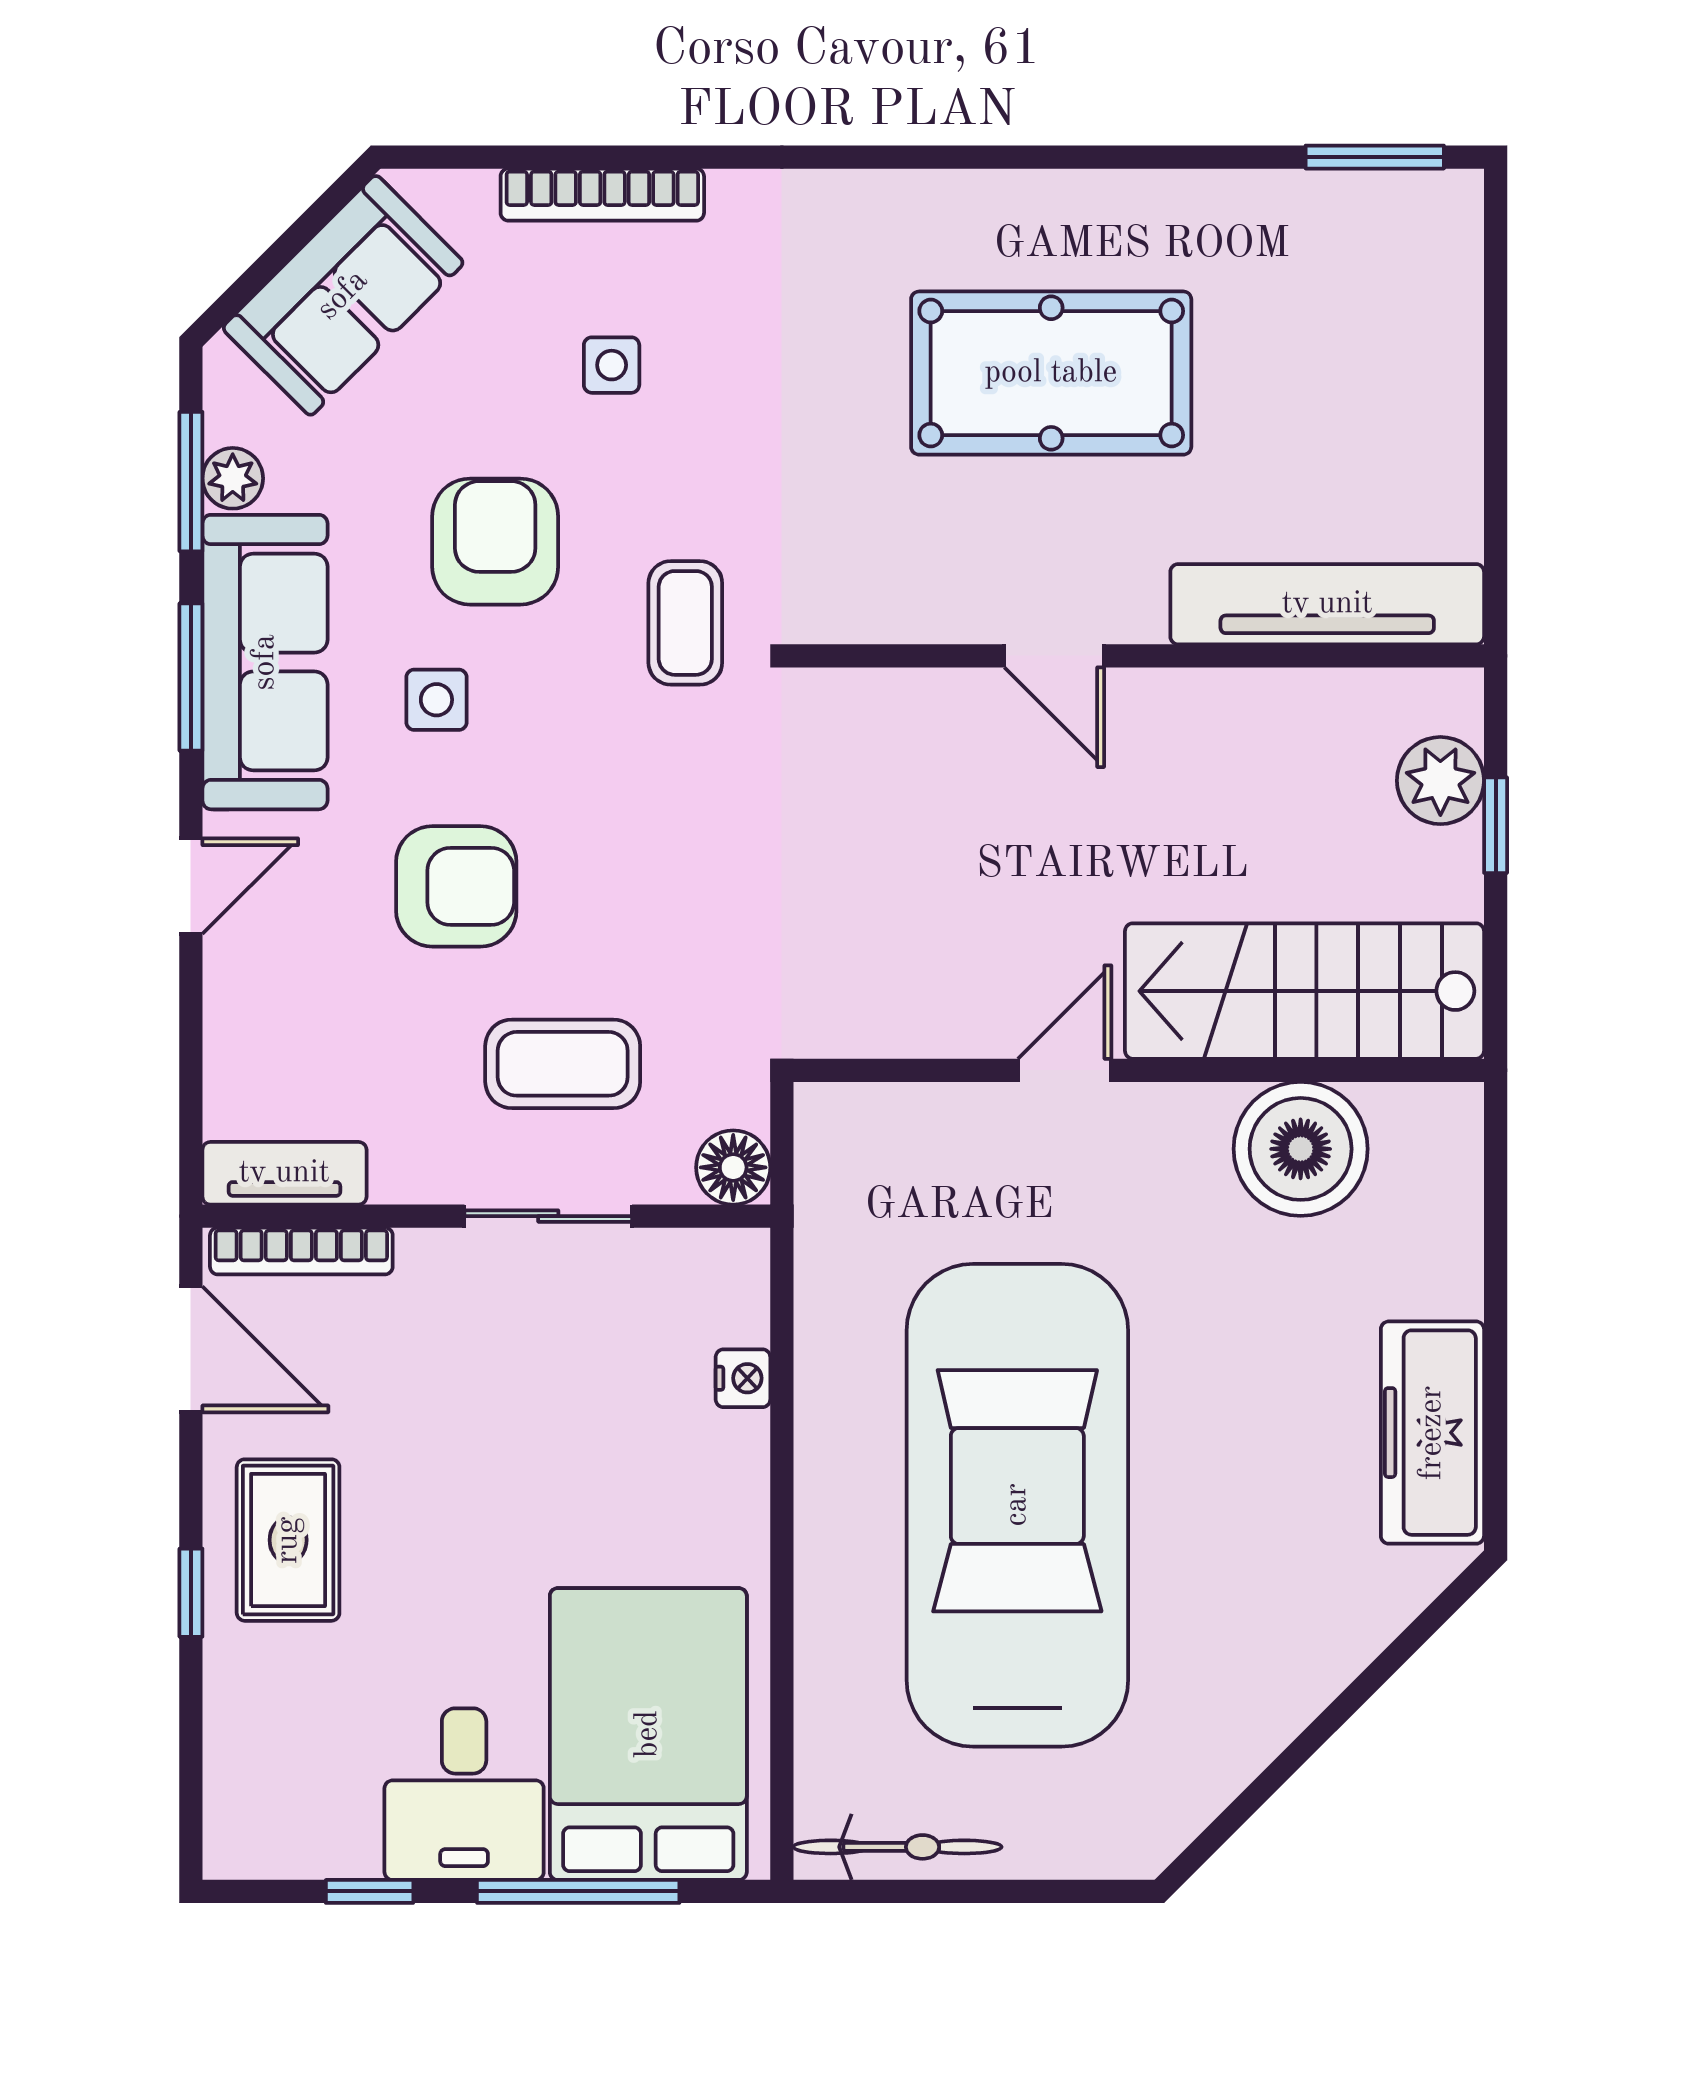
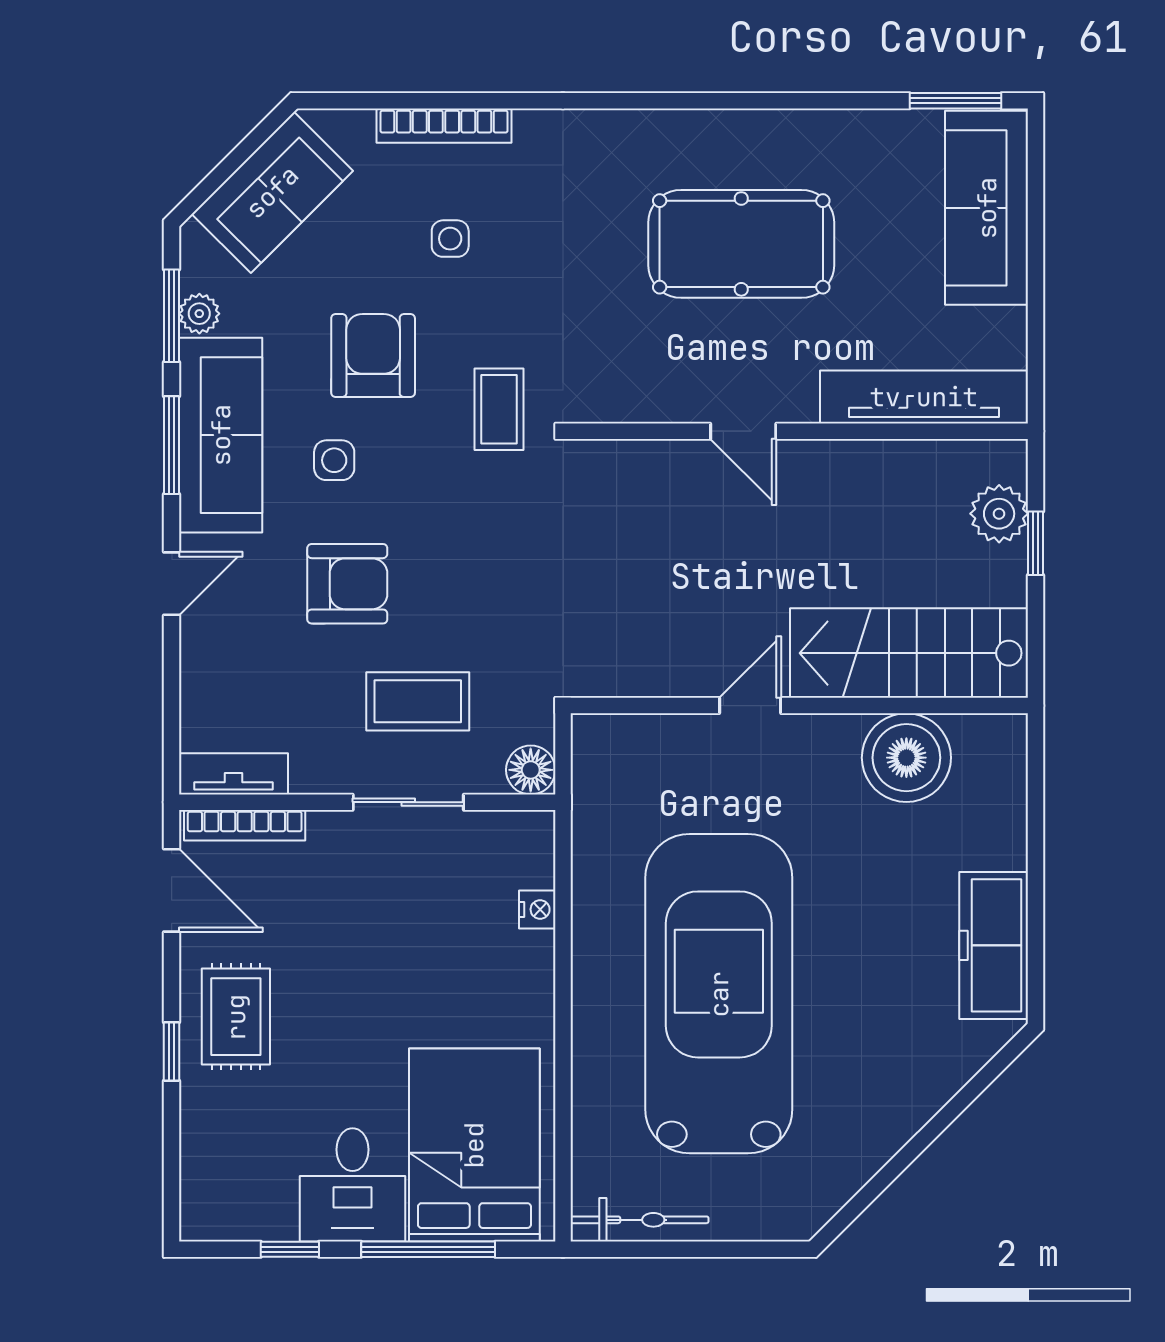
sofa: (1422, 318) -> (987, 208), added

